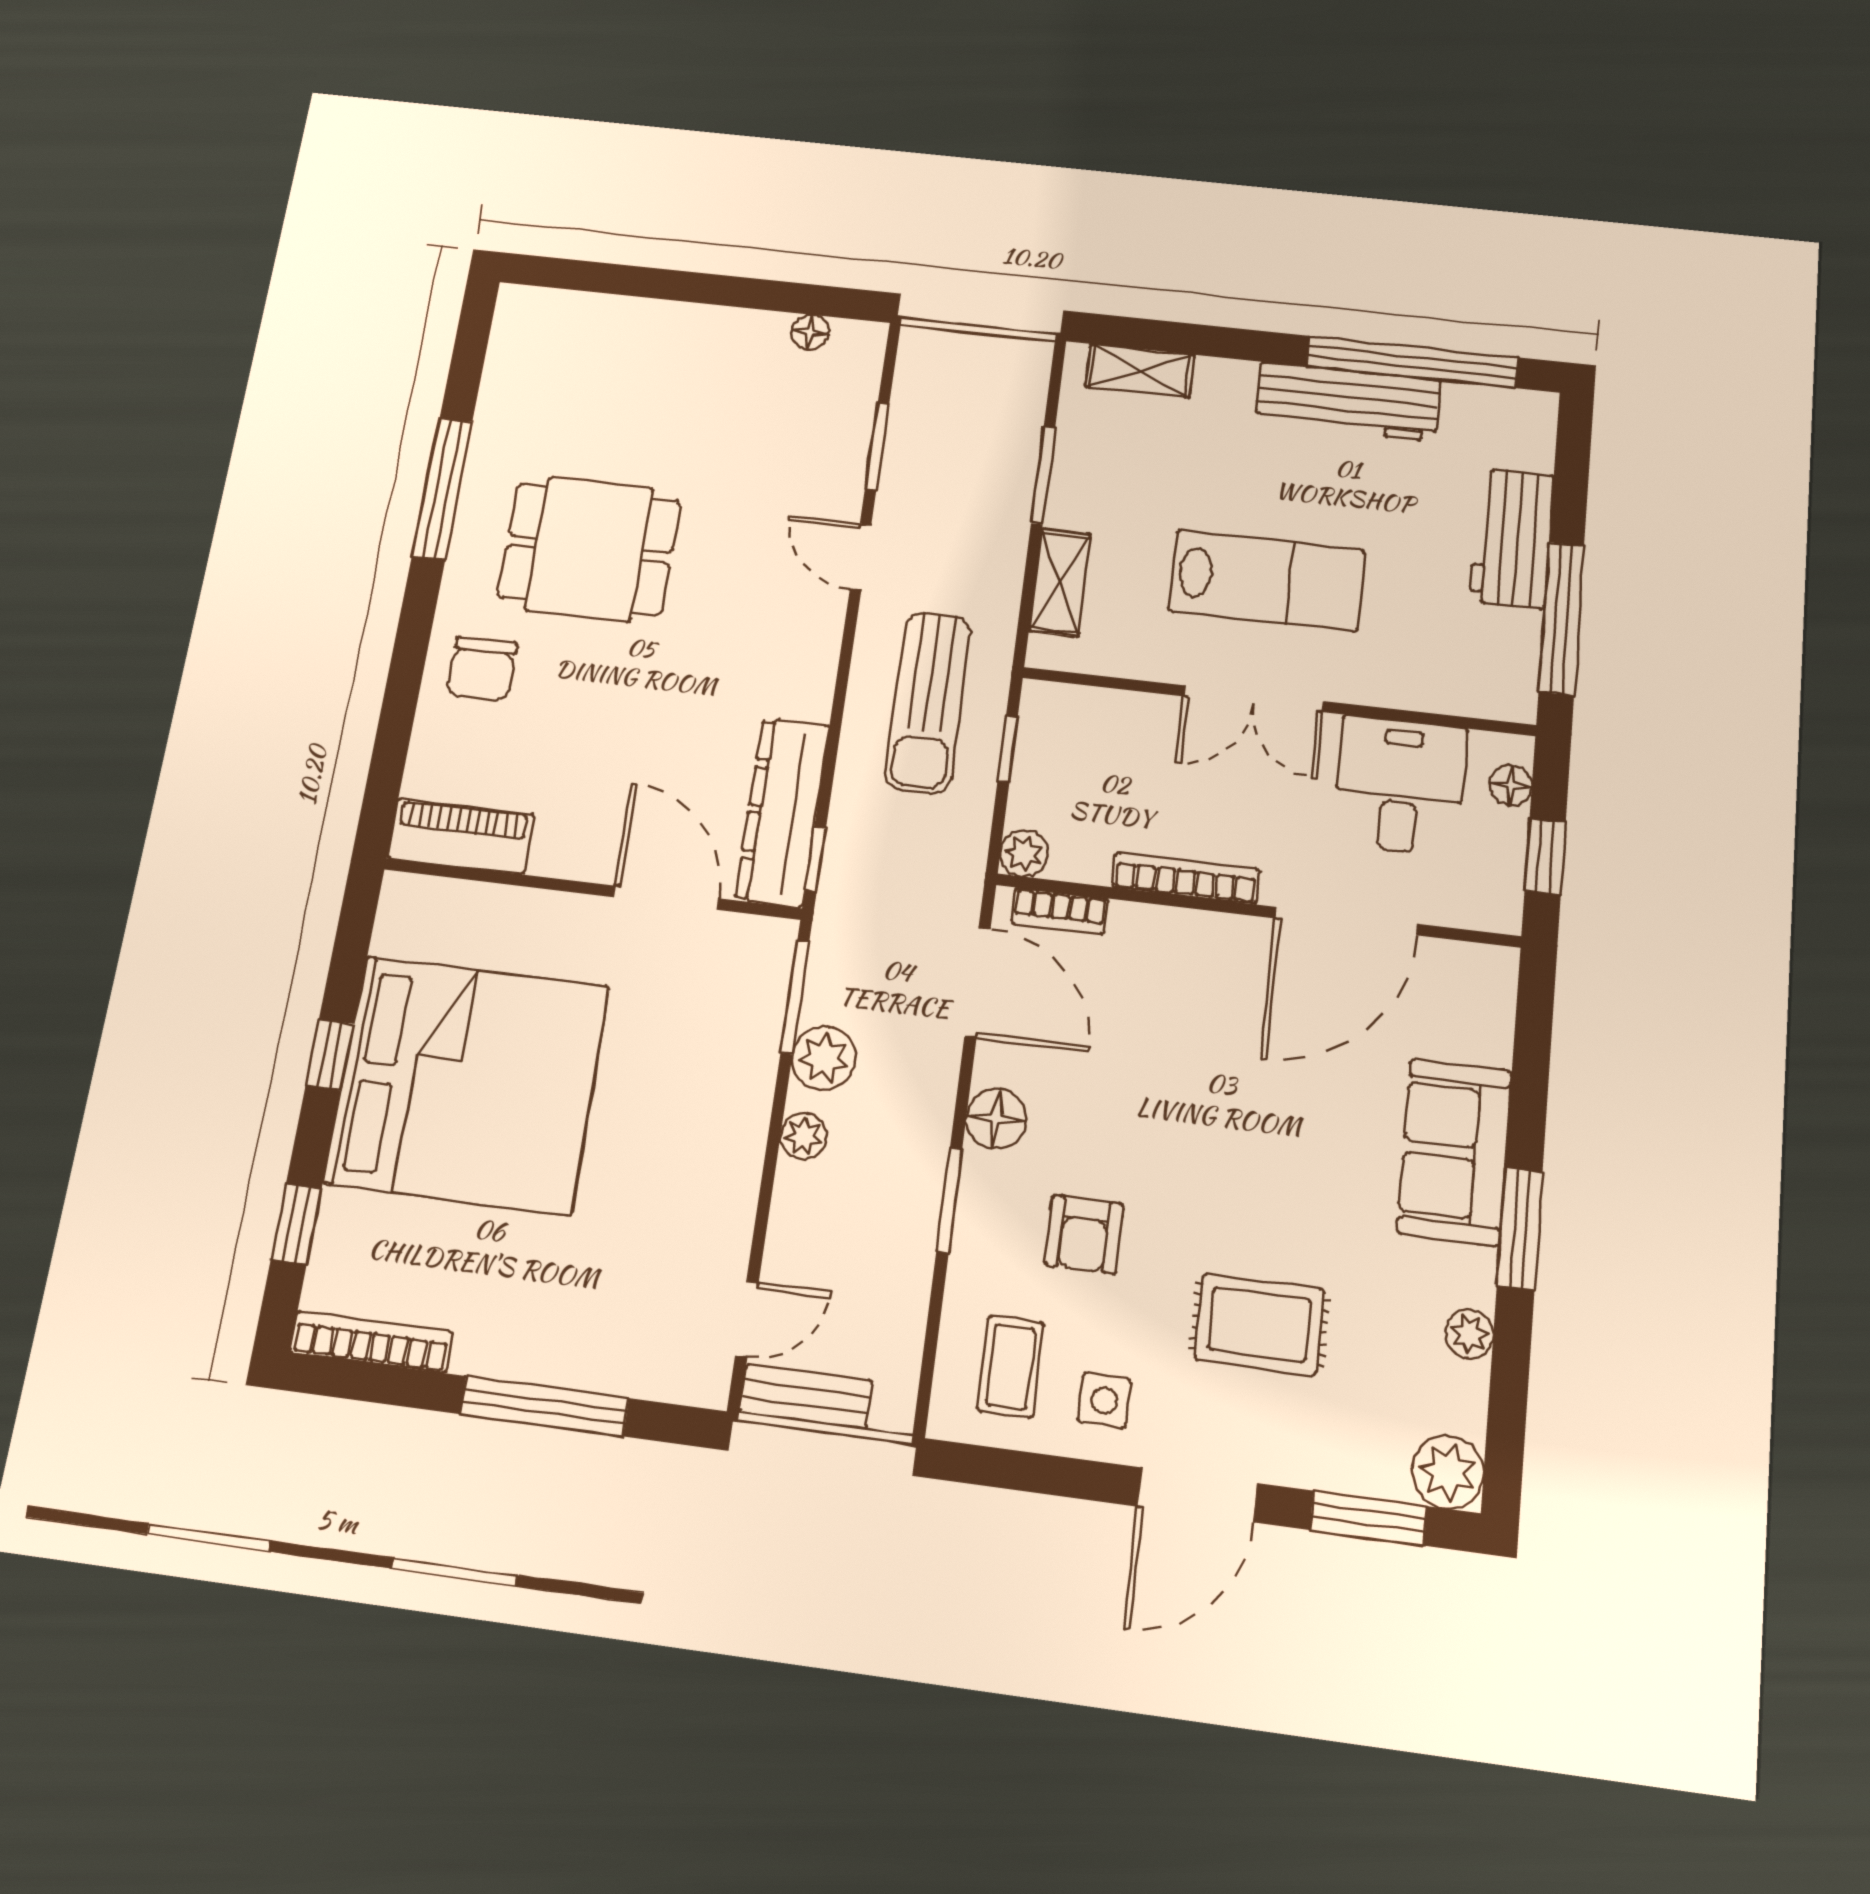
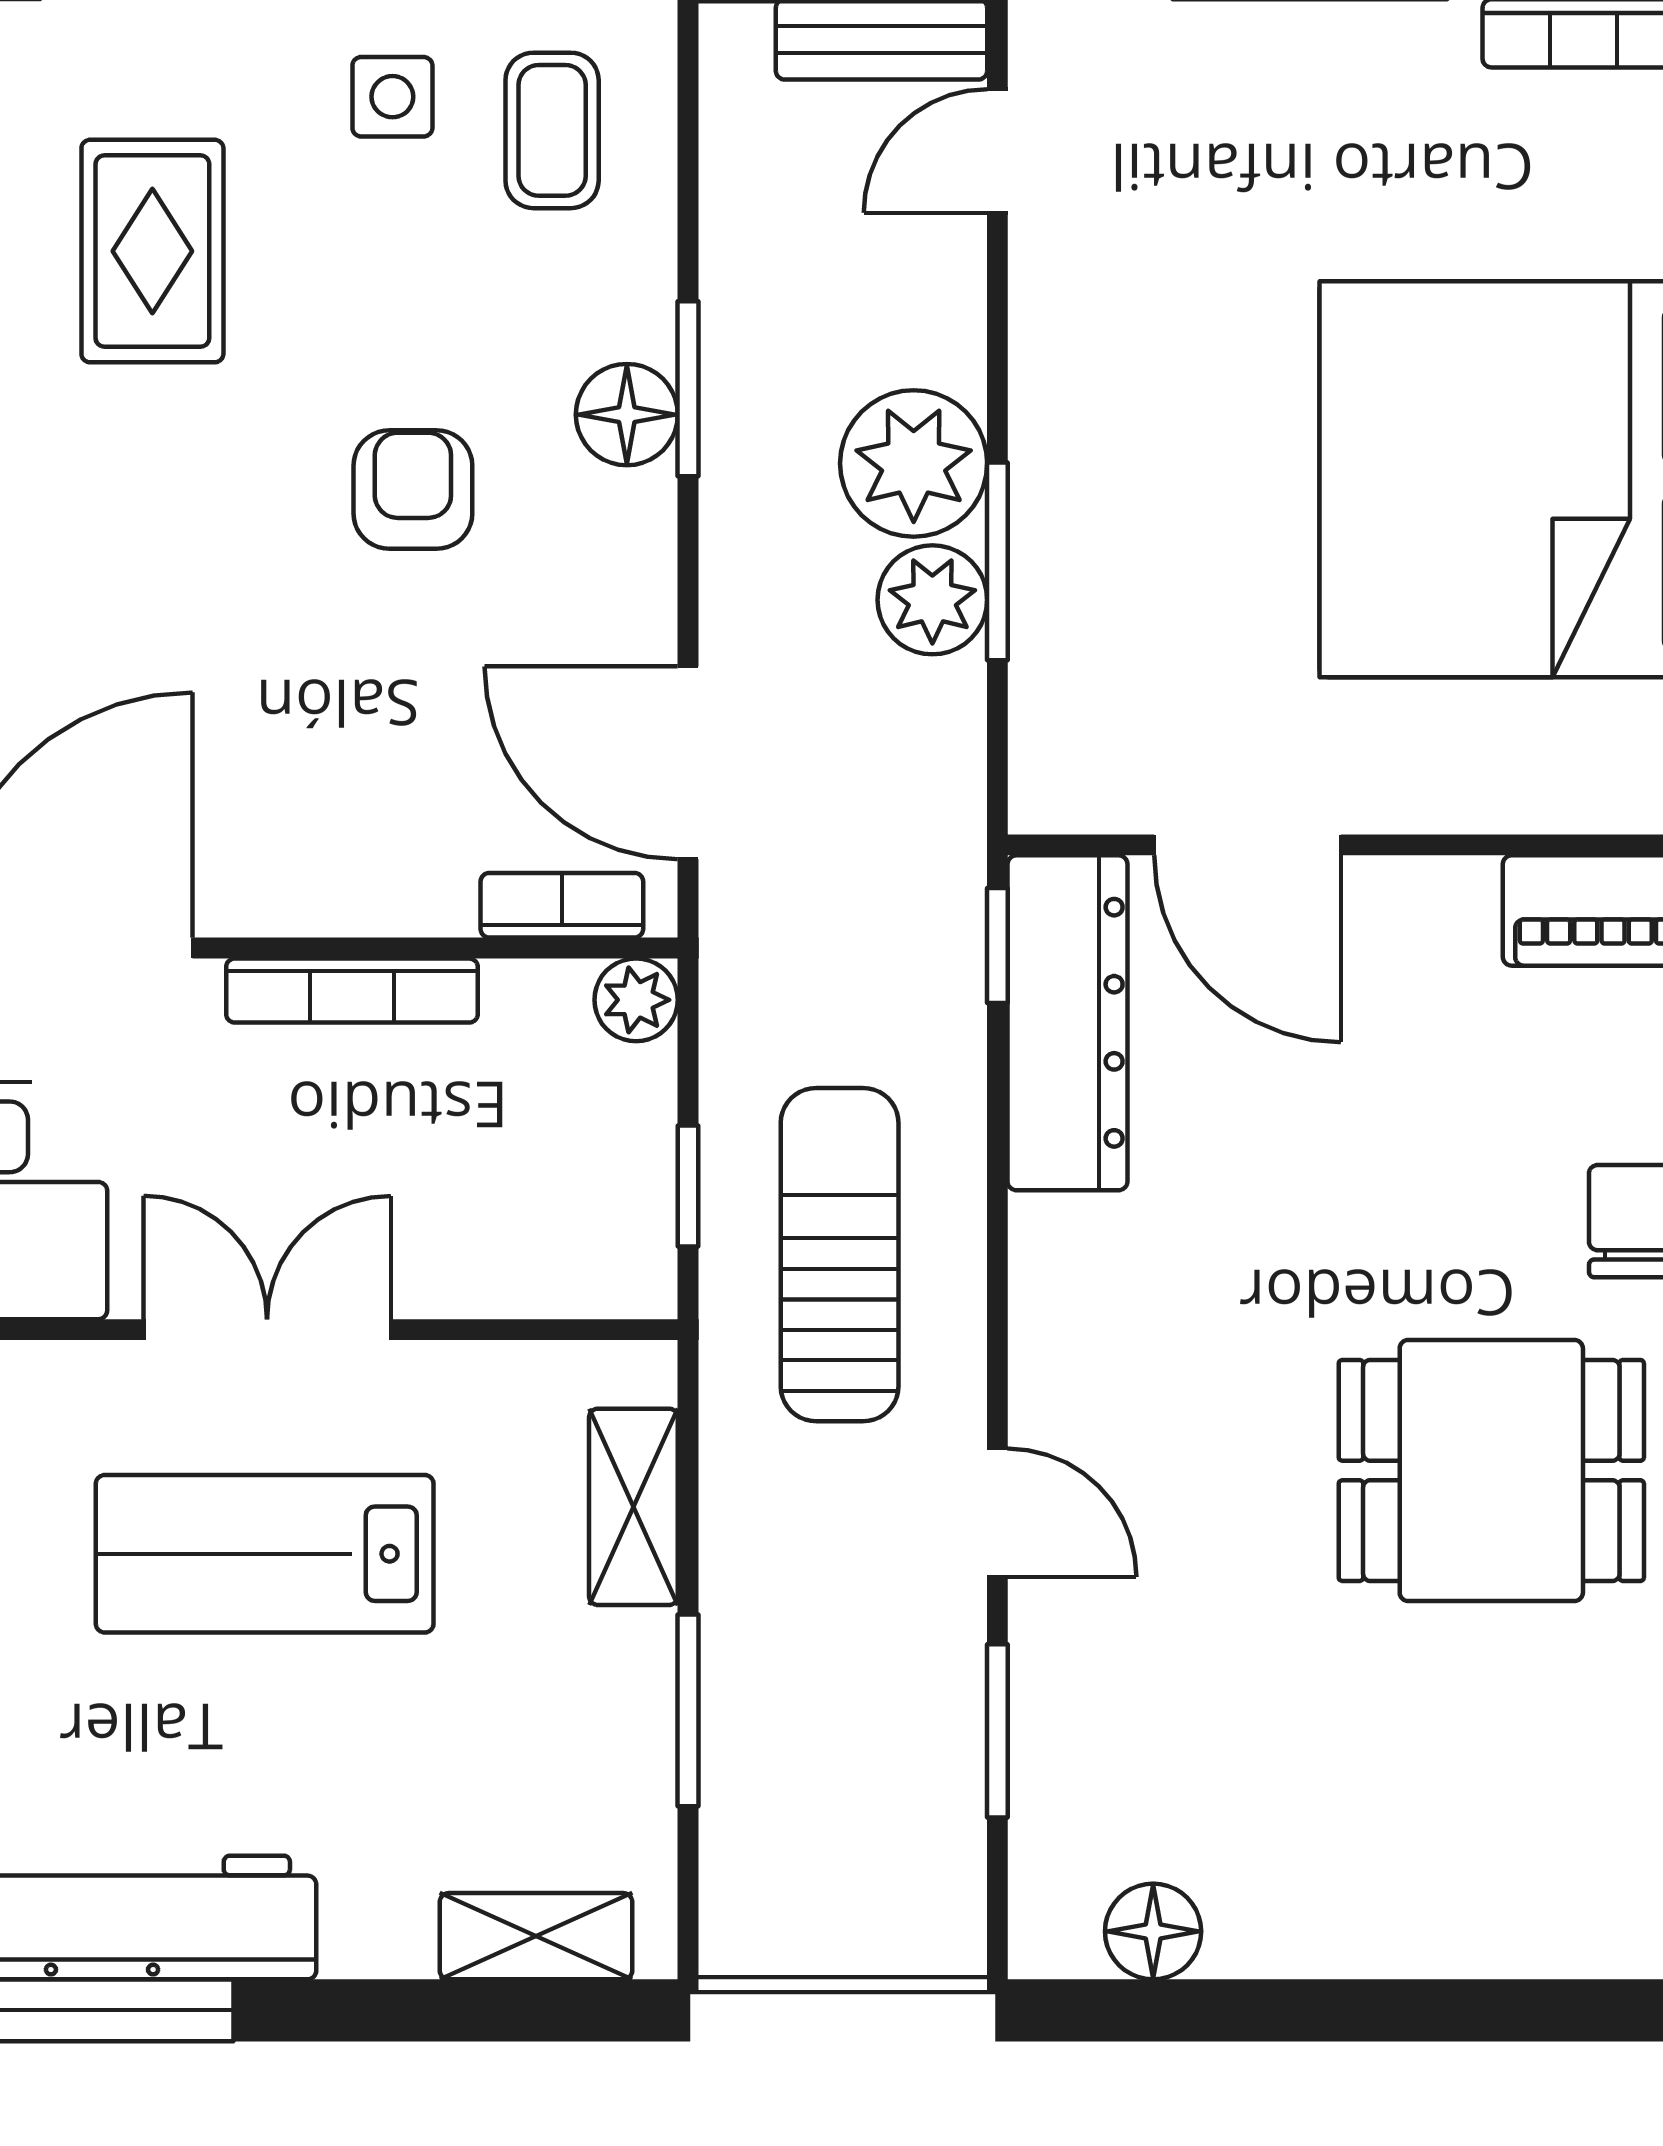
floor lamp: (810, 332) -> (1153, 1931), width x1.37, depth x1.37
window: (795, 997) -> (997, 561), moved
floor lamp: (996, 1119) -> (627, 415), moved
plant: (803, 1136) -> (914, 463), width x1.88, depth x1.88
armchair: (1084, 1234) -> (413, 490), moved
rug: (1259, 1324) -> (152, 251), turned 90

